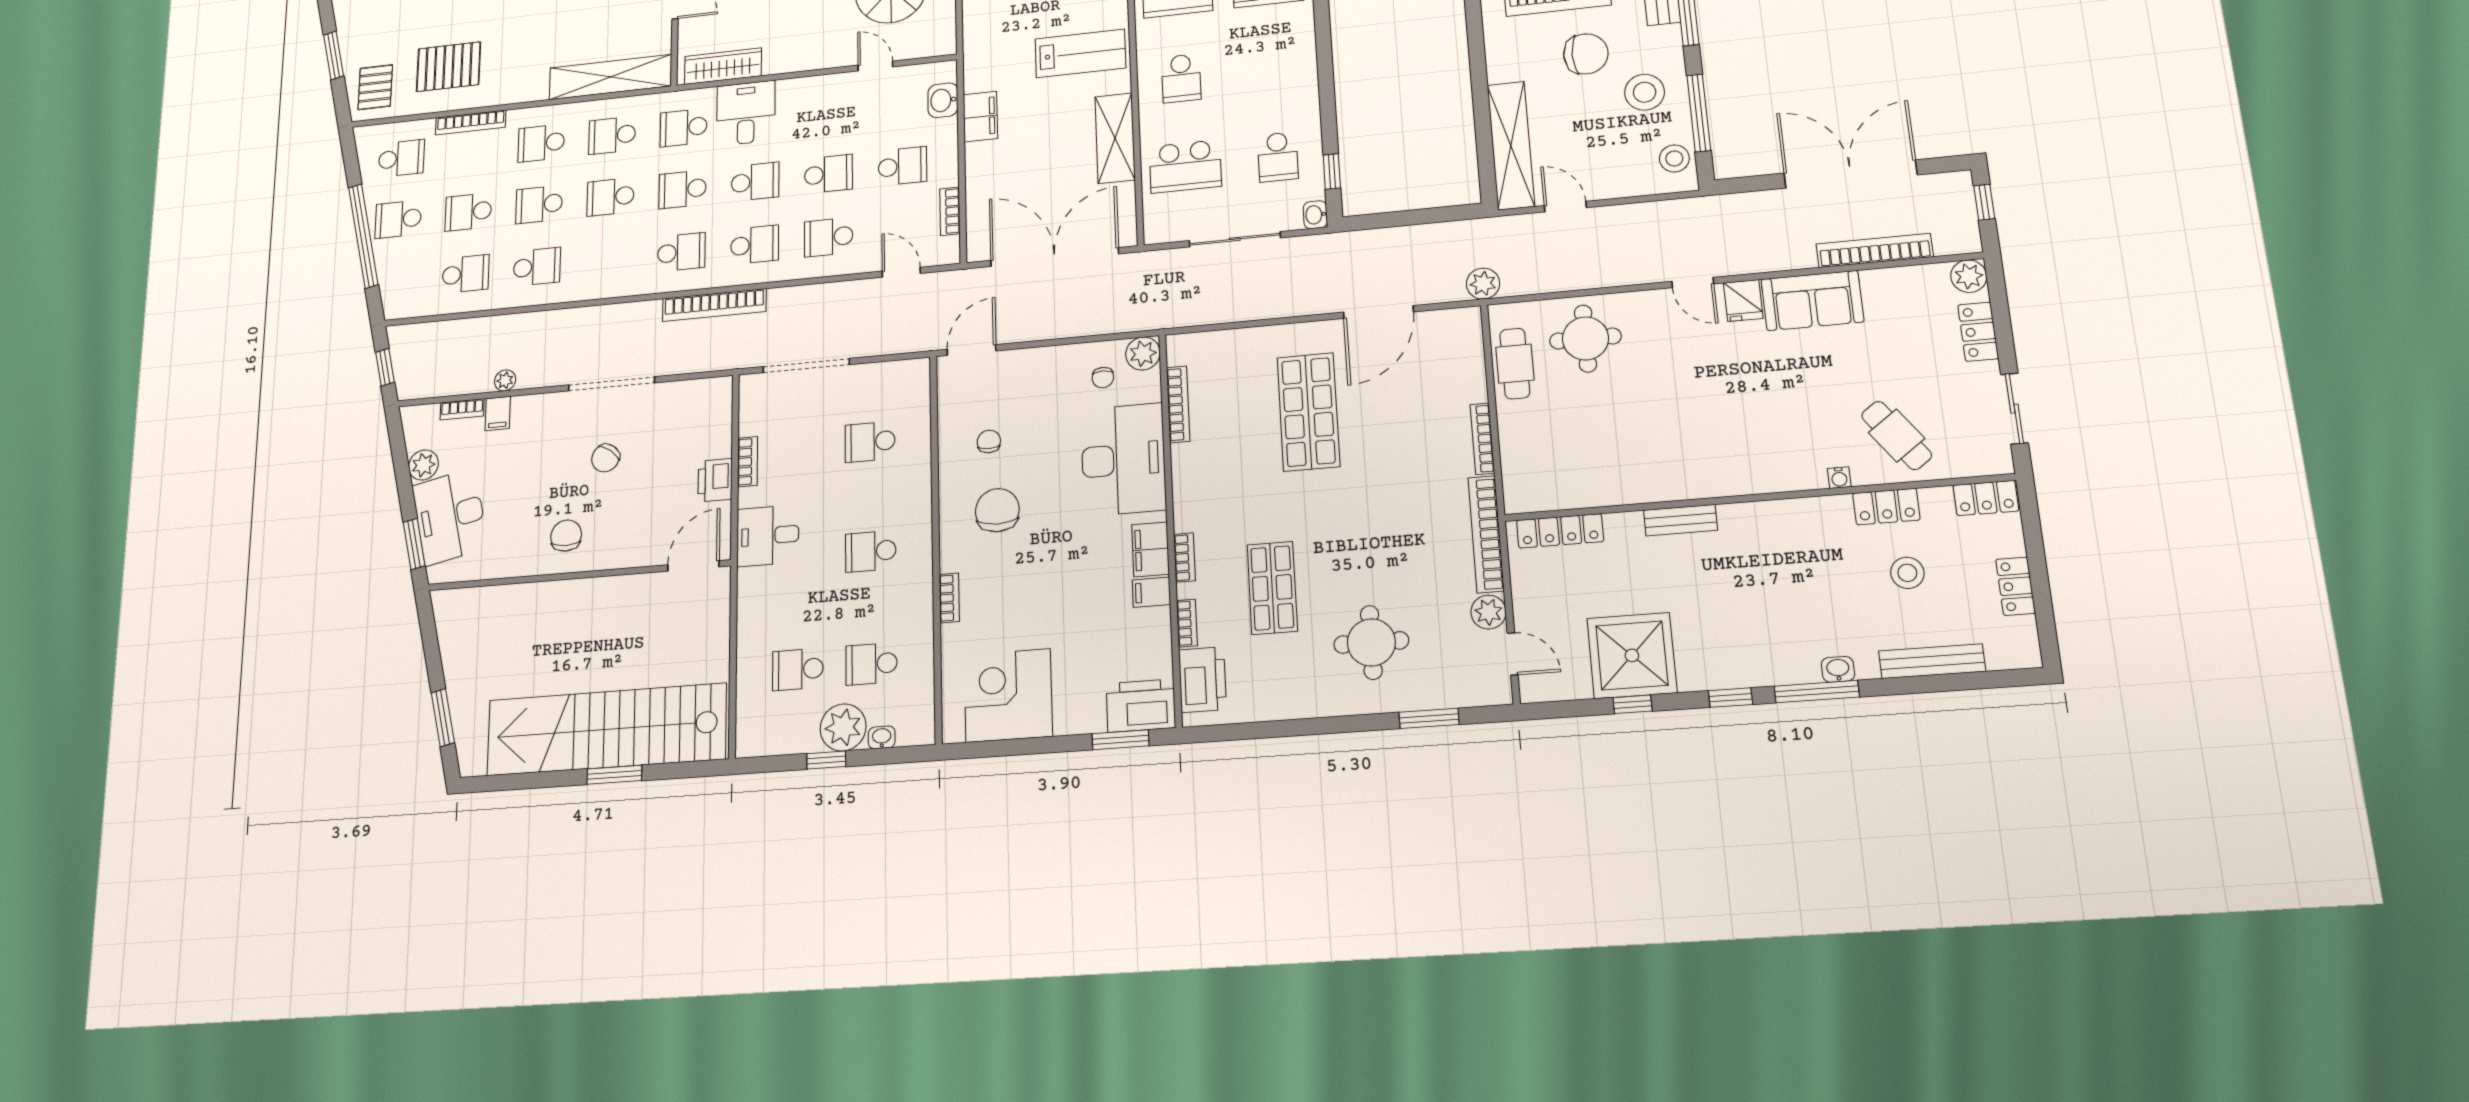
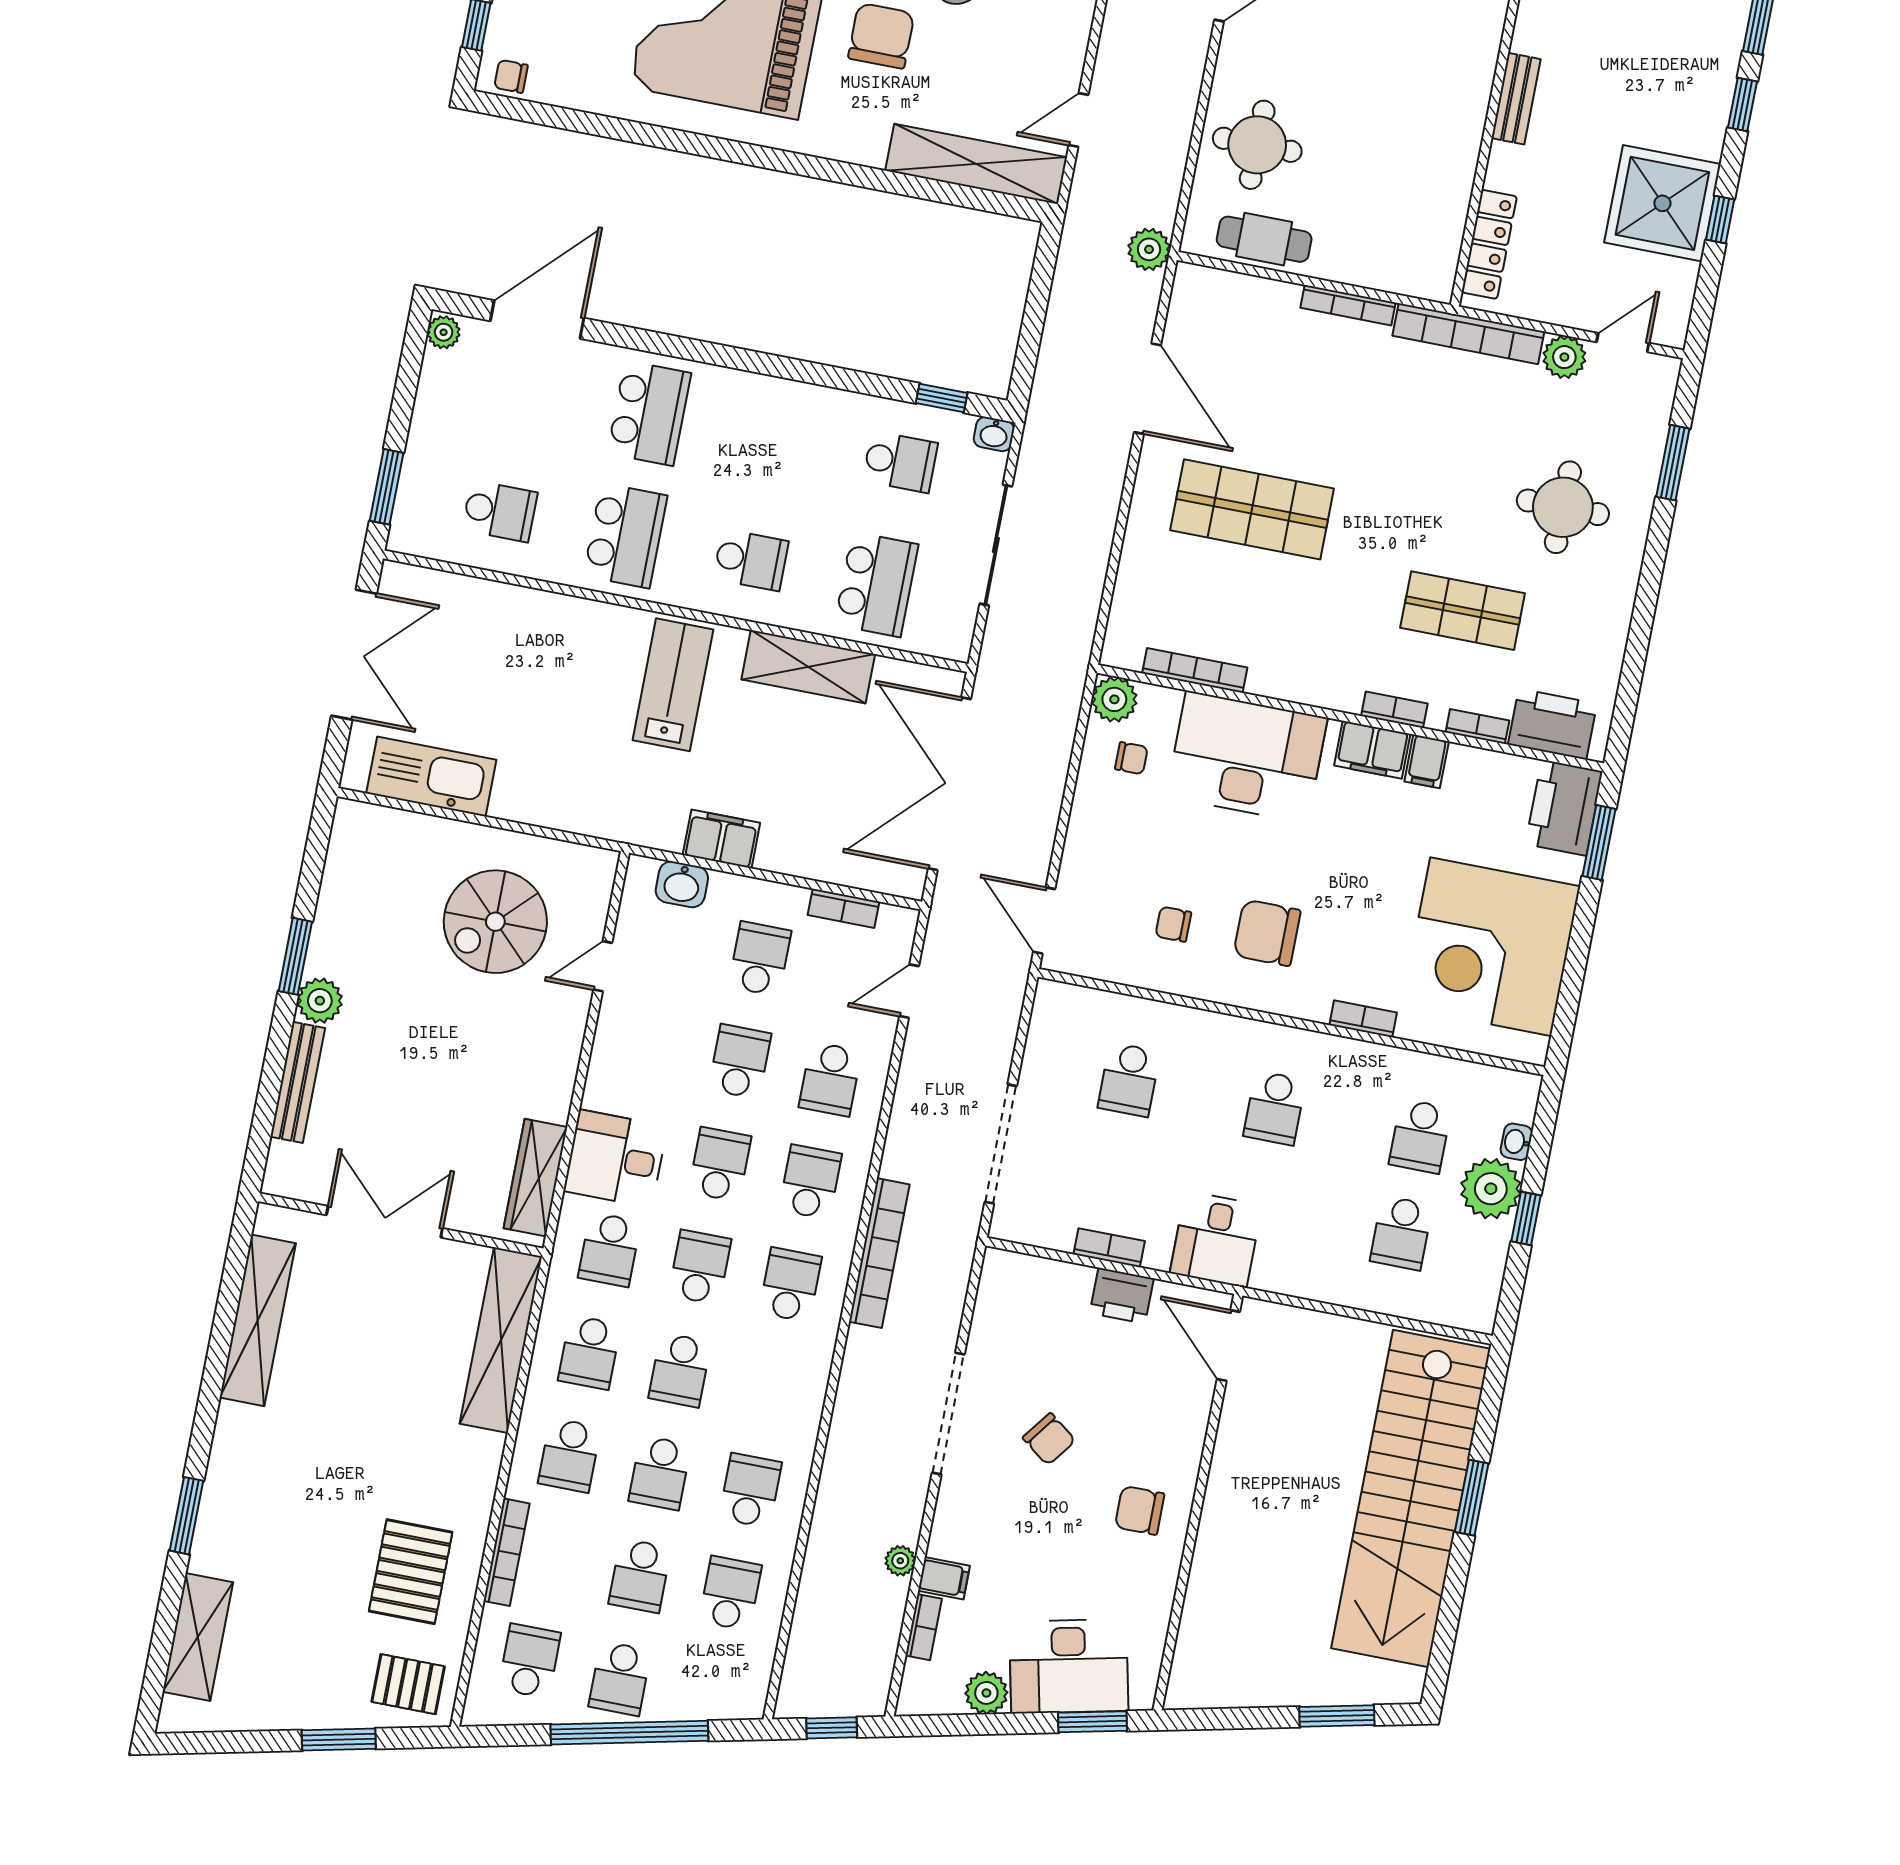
school desk: (682, 189) -> (700, 1267), turned 180
corner desk: (1008, 695) -> (1491, 947), width x1.36, depth x1.36

